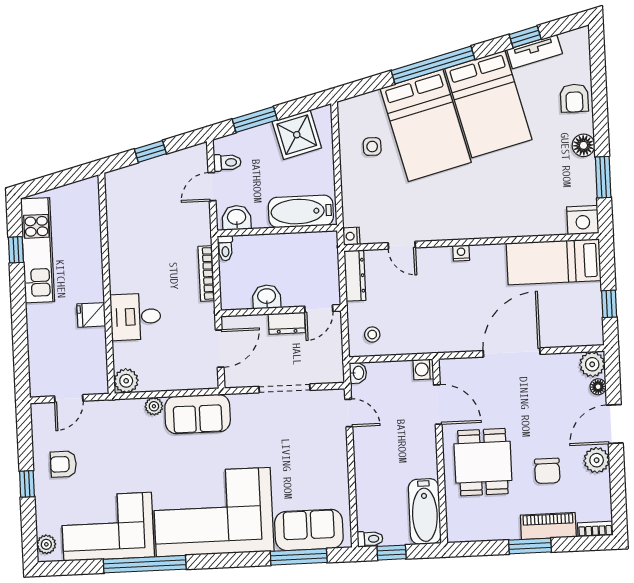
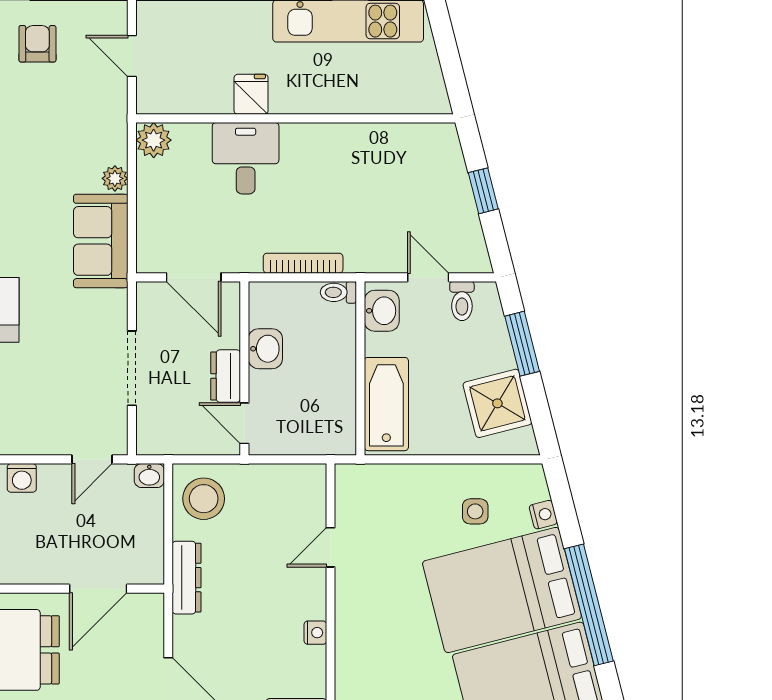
nightstand: (351, 236) -> (543, 515), moved, turned 76
dresser: (355, 276) -> (187, 578), moved, turned -90
stool: (372, 335) -> (204, 499), width x1.89, depth x1.89
washing machine: (423, 369) -> (22, 478), moved, turned 180

